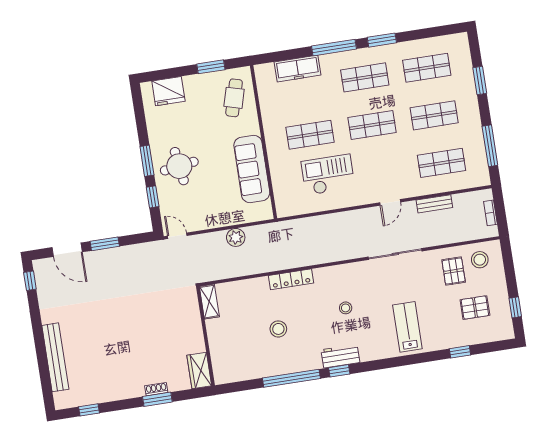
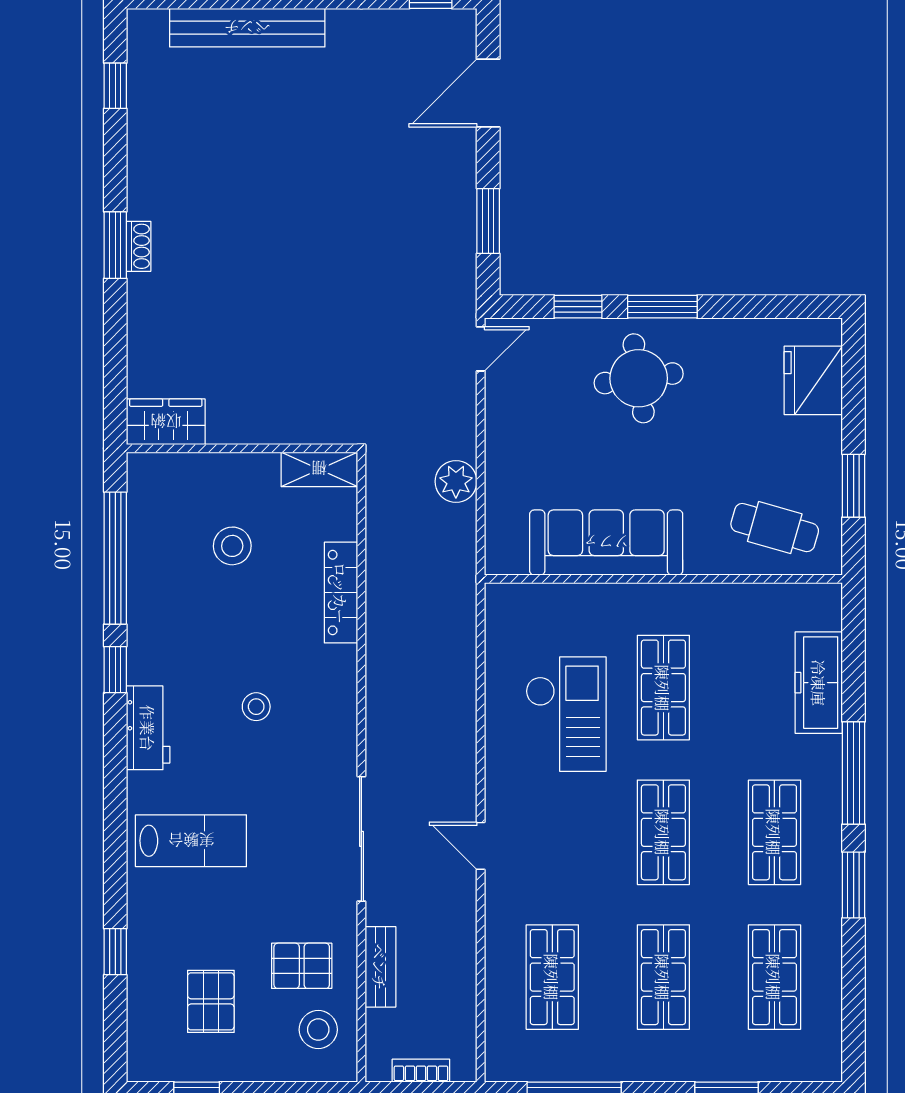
bench: (434, 204) -> (380, 967), moved
window: (105, 244) -> (488, 221), moved
shelving: (209, 302) -> (319, 469), moved
wall: (205, 336) -> (242, 448), moved
workbench: (340, 356) -> (148, 728), moved
wardrobe: (199, 371) -> (166, 422), moved

